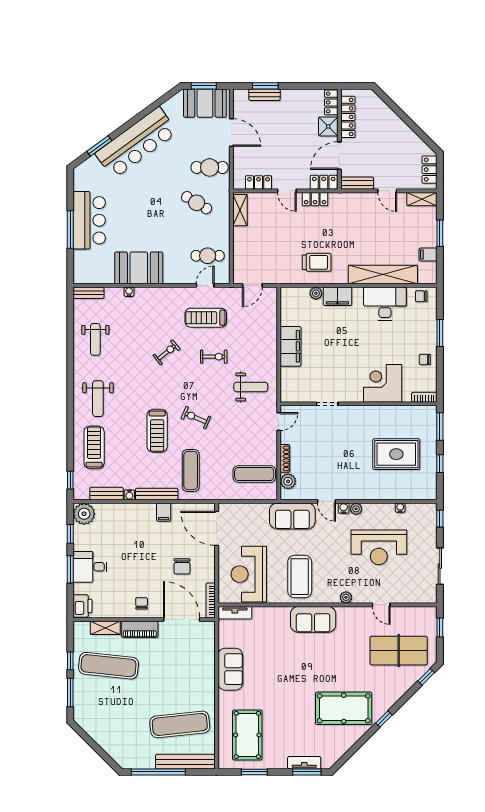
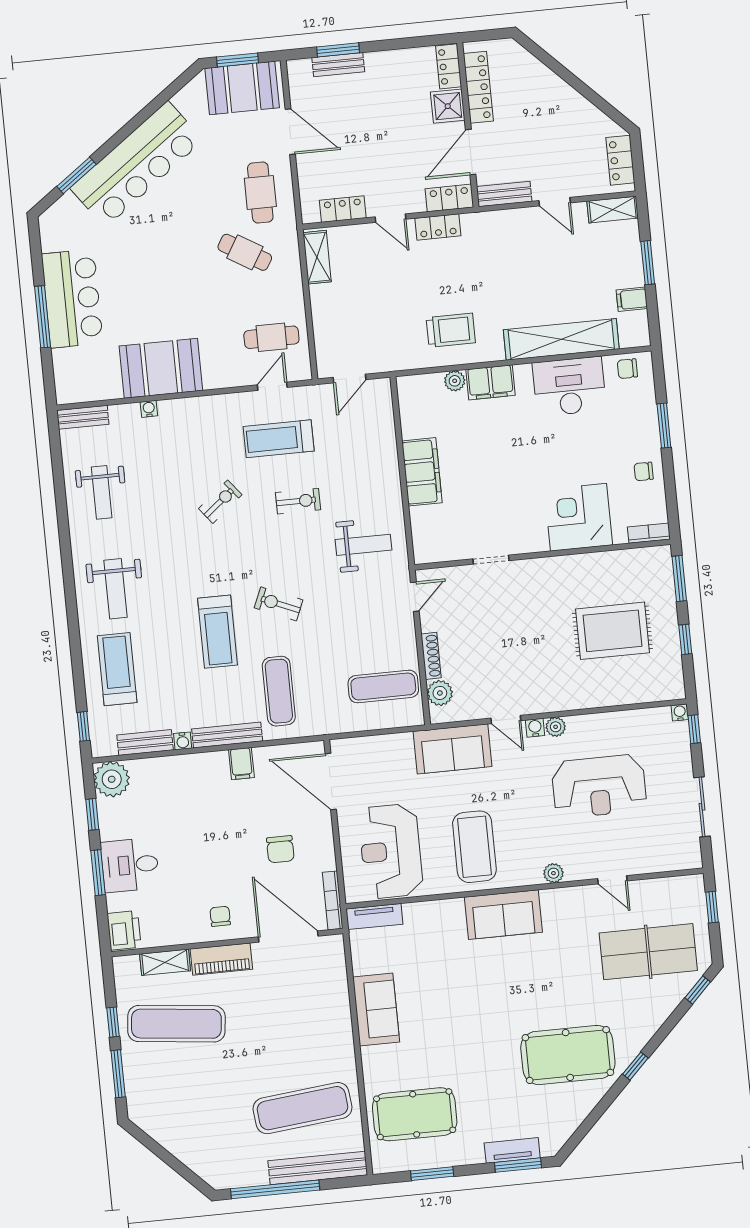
cafe table: (210, 167) -> (260, 192), turned 90
water cooler: (400, 508) -> (680, 712), moved
pool table: (247, 735) -> (415, 1114), turned 90

